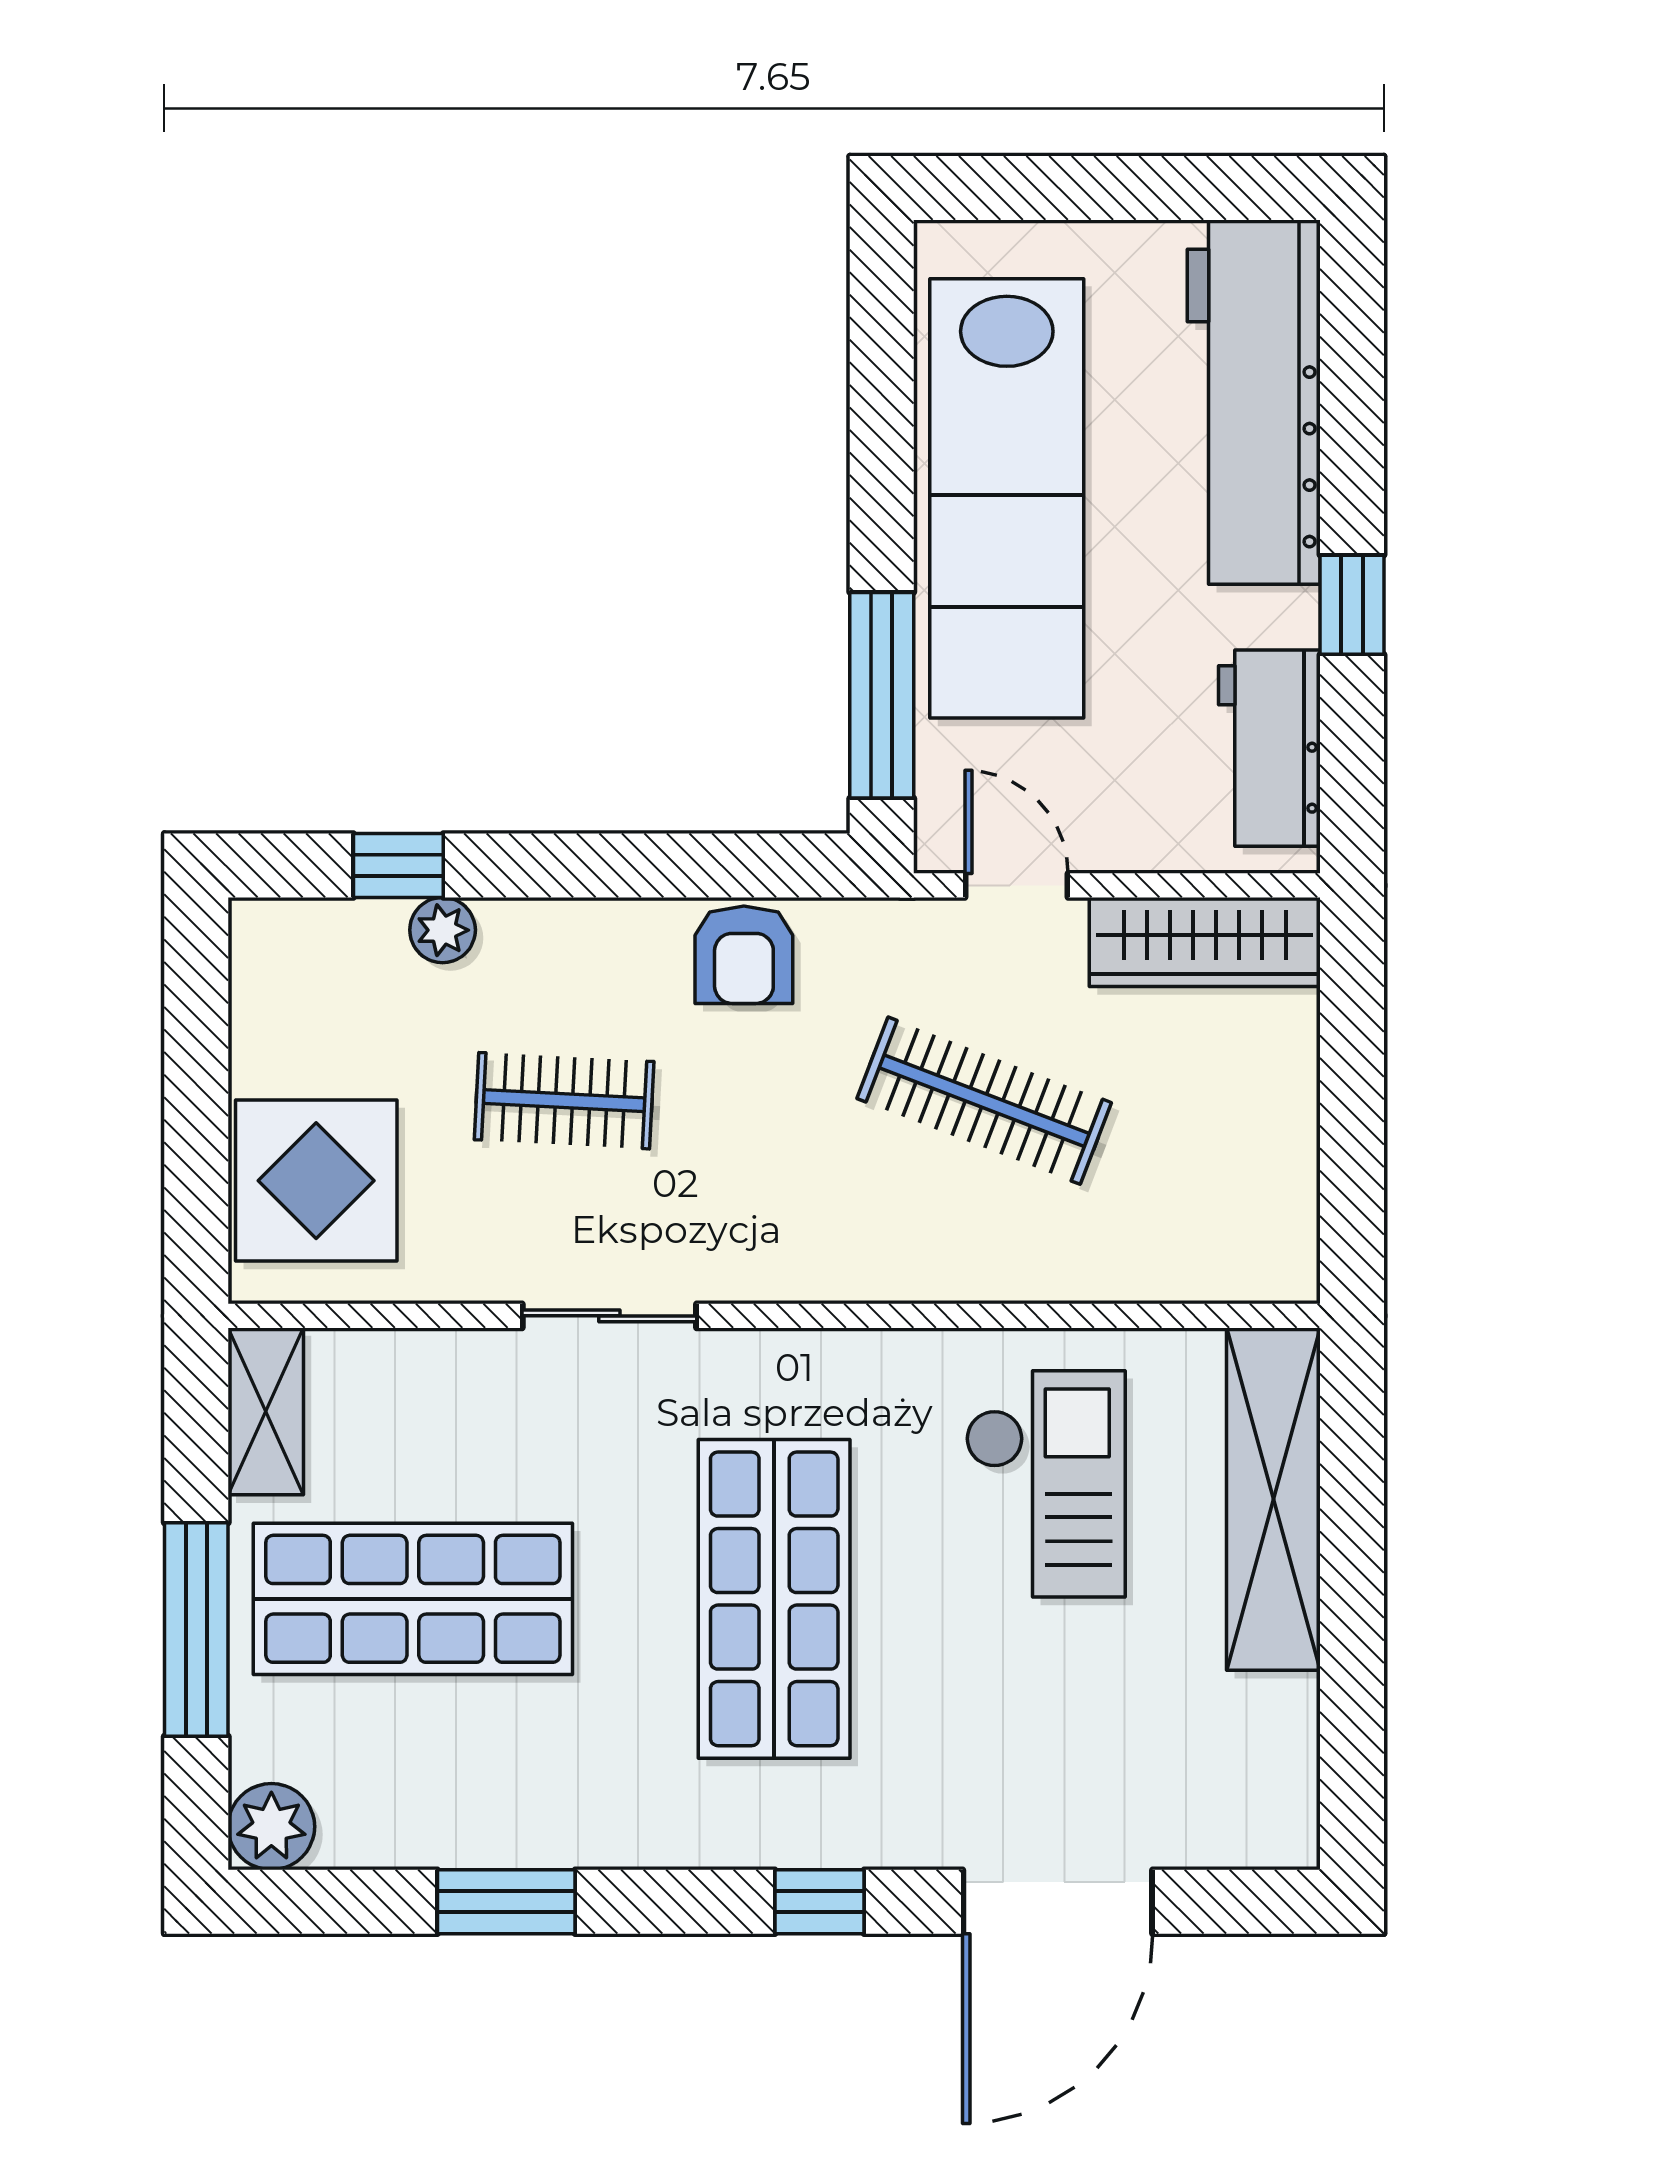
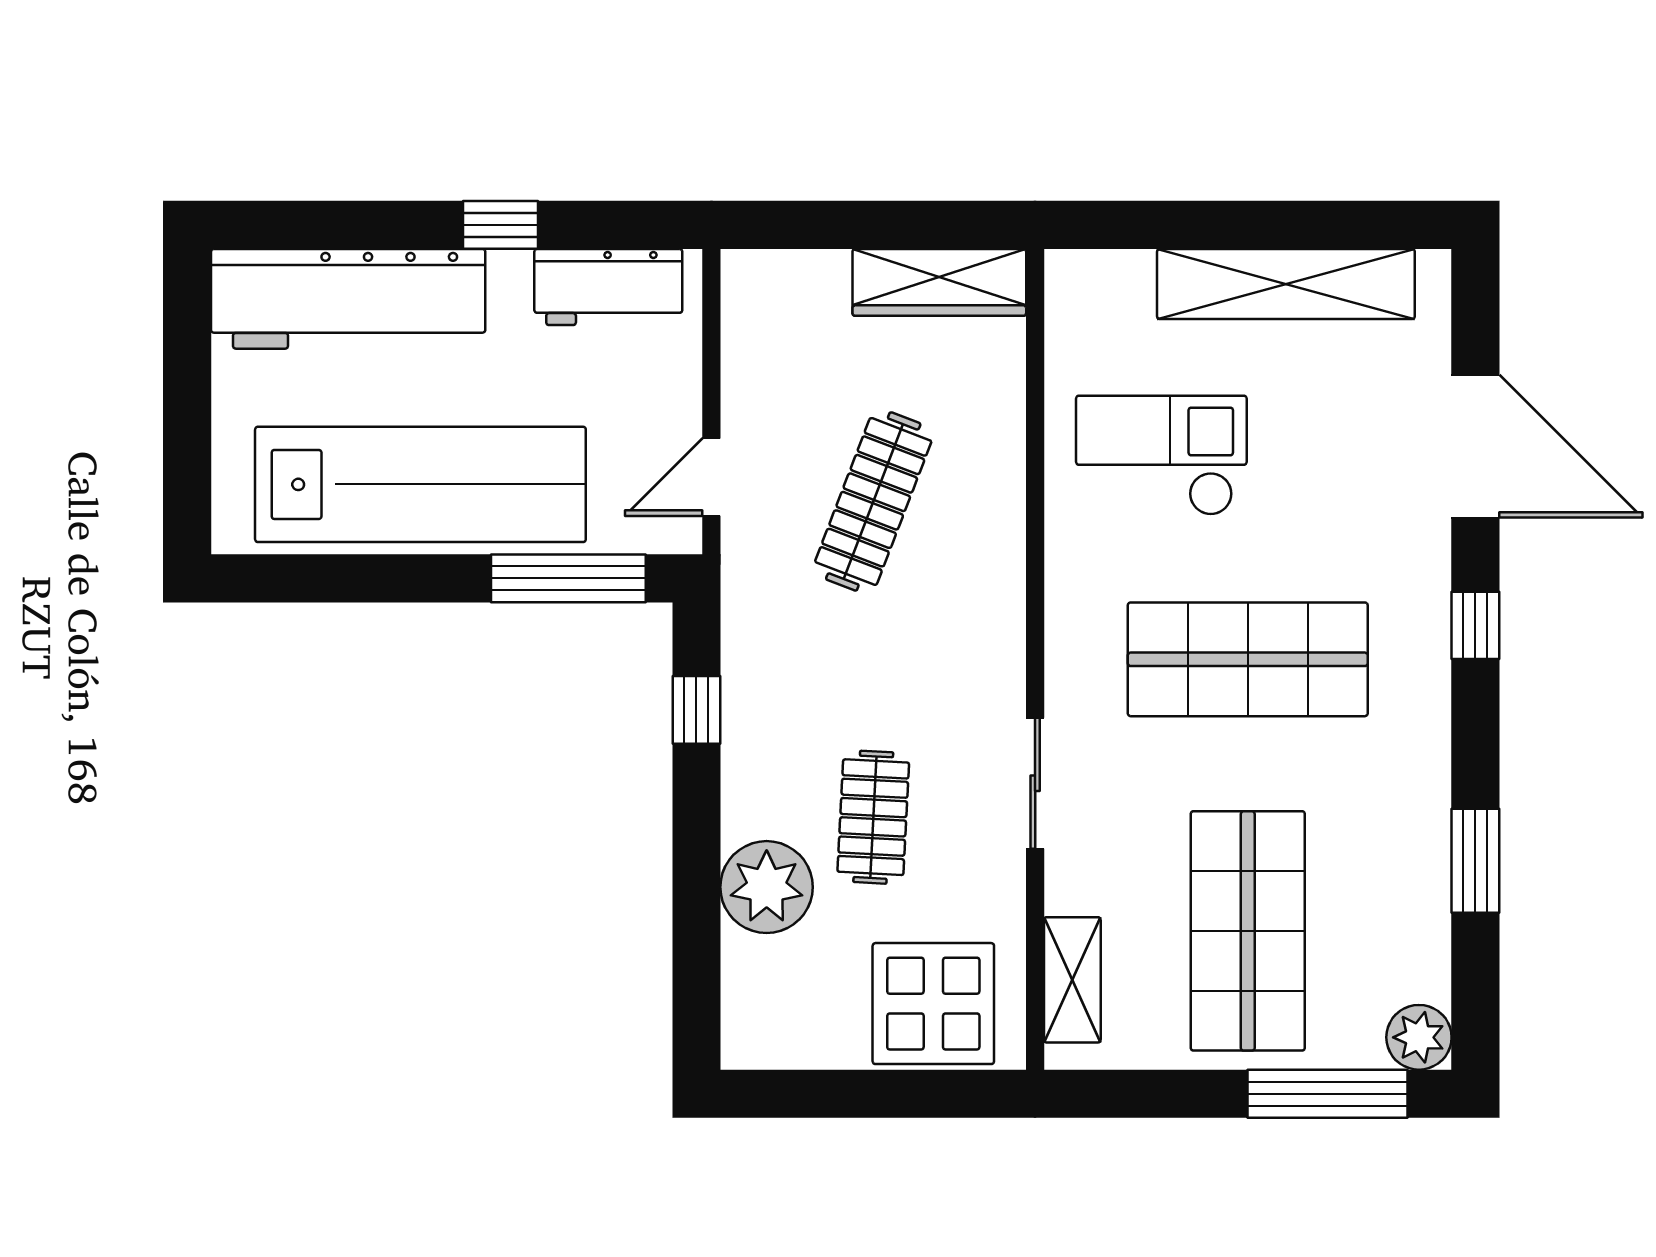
window: (398, 866) -> (696, 710), moved
plant: (443, 930) -> (767, 887), width x1.88, depth x1.88
wardrobe: (1205, 942) -> (939, 282), moved, turned 90
armchair: (744, 955) -> (764, 682), removed
shelving: (266, 1411) -> (1072, 980), moved, turned 90
shelving: (1273, 1499) -> (1286, 284), moved
window: (196, 1629) -> (1328, 1094), moved

